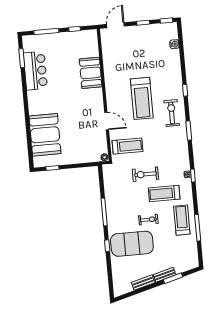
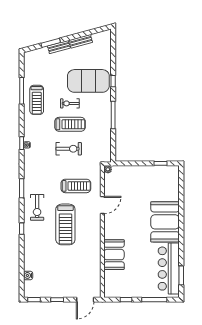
bar counter: (35, 71) -> (169, 269), width x1.36
treadmill: (142, 98) -> (65, 224), turned 180
door: (107, 121) -> (102, 205), swing flipped
booth: (45, 135) -> (165, 222), moved
treadmill: (127, 146) -> (76, 186), moved, turned 180
treadmill: (164, 193) -> (70, 124), moved

